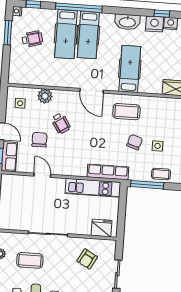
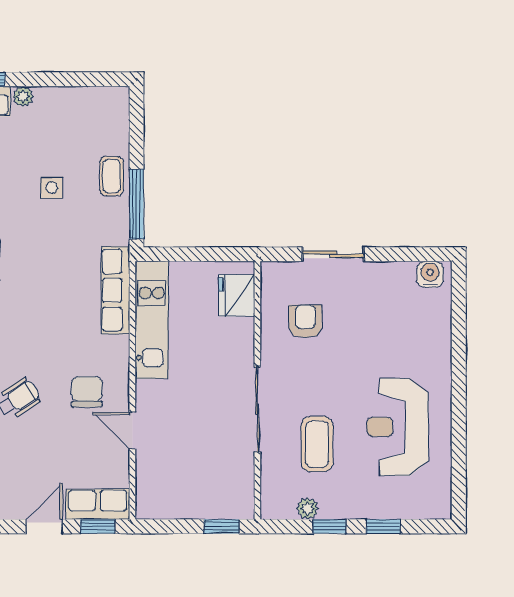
chair: (39, 140) -> (87, 392), moved, turned 90
chair: (135, 142) -> (47, 237), removed
door: (42, 175) -> (132, 431), hinge flipped
armchair: (87, 259) -> (305, 321), turned -119

